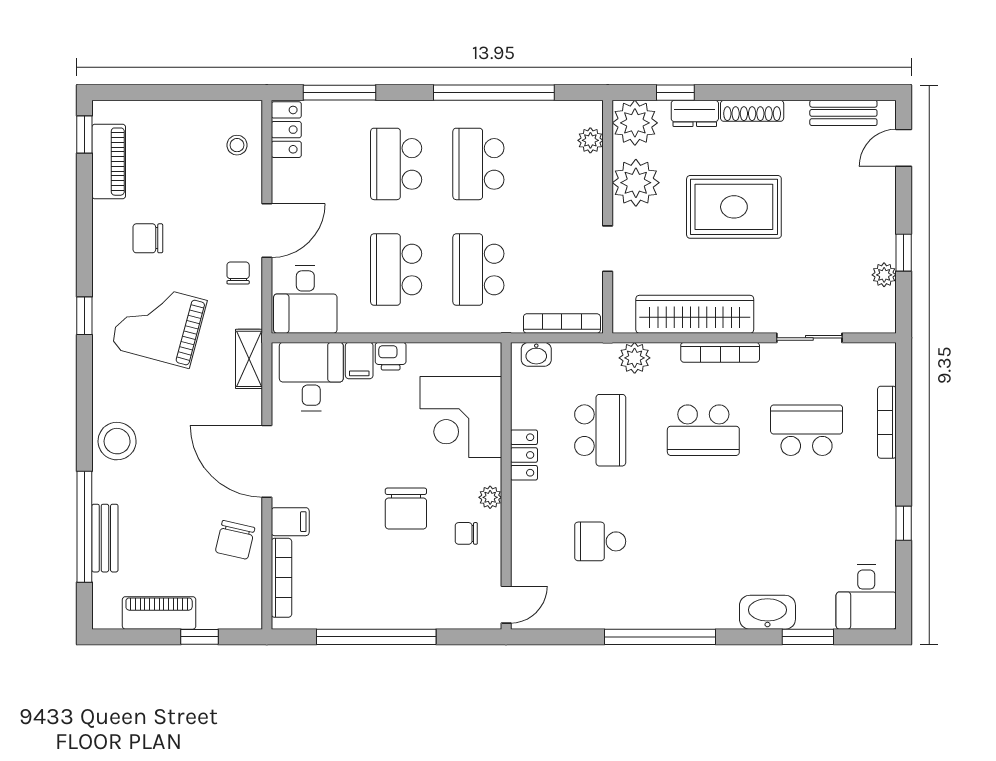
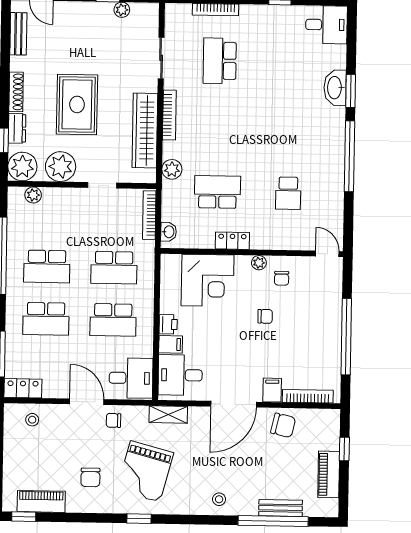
school desk: (703, 430) -> (219, 126), removed
stool: (117, 441) -> (219, 499), width x0.53, depth x0.53
chair: (406, 509) -> (265, 316), width x0.54, depth x0.54
window: (808, 637) -> (351, 91), moved

